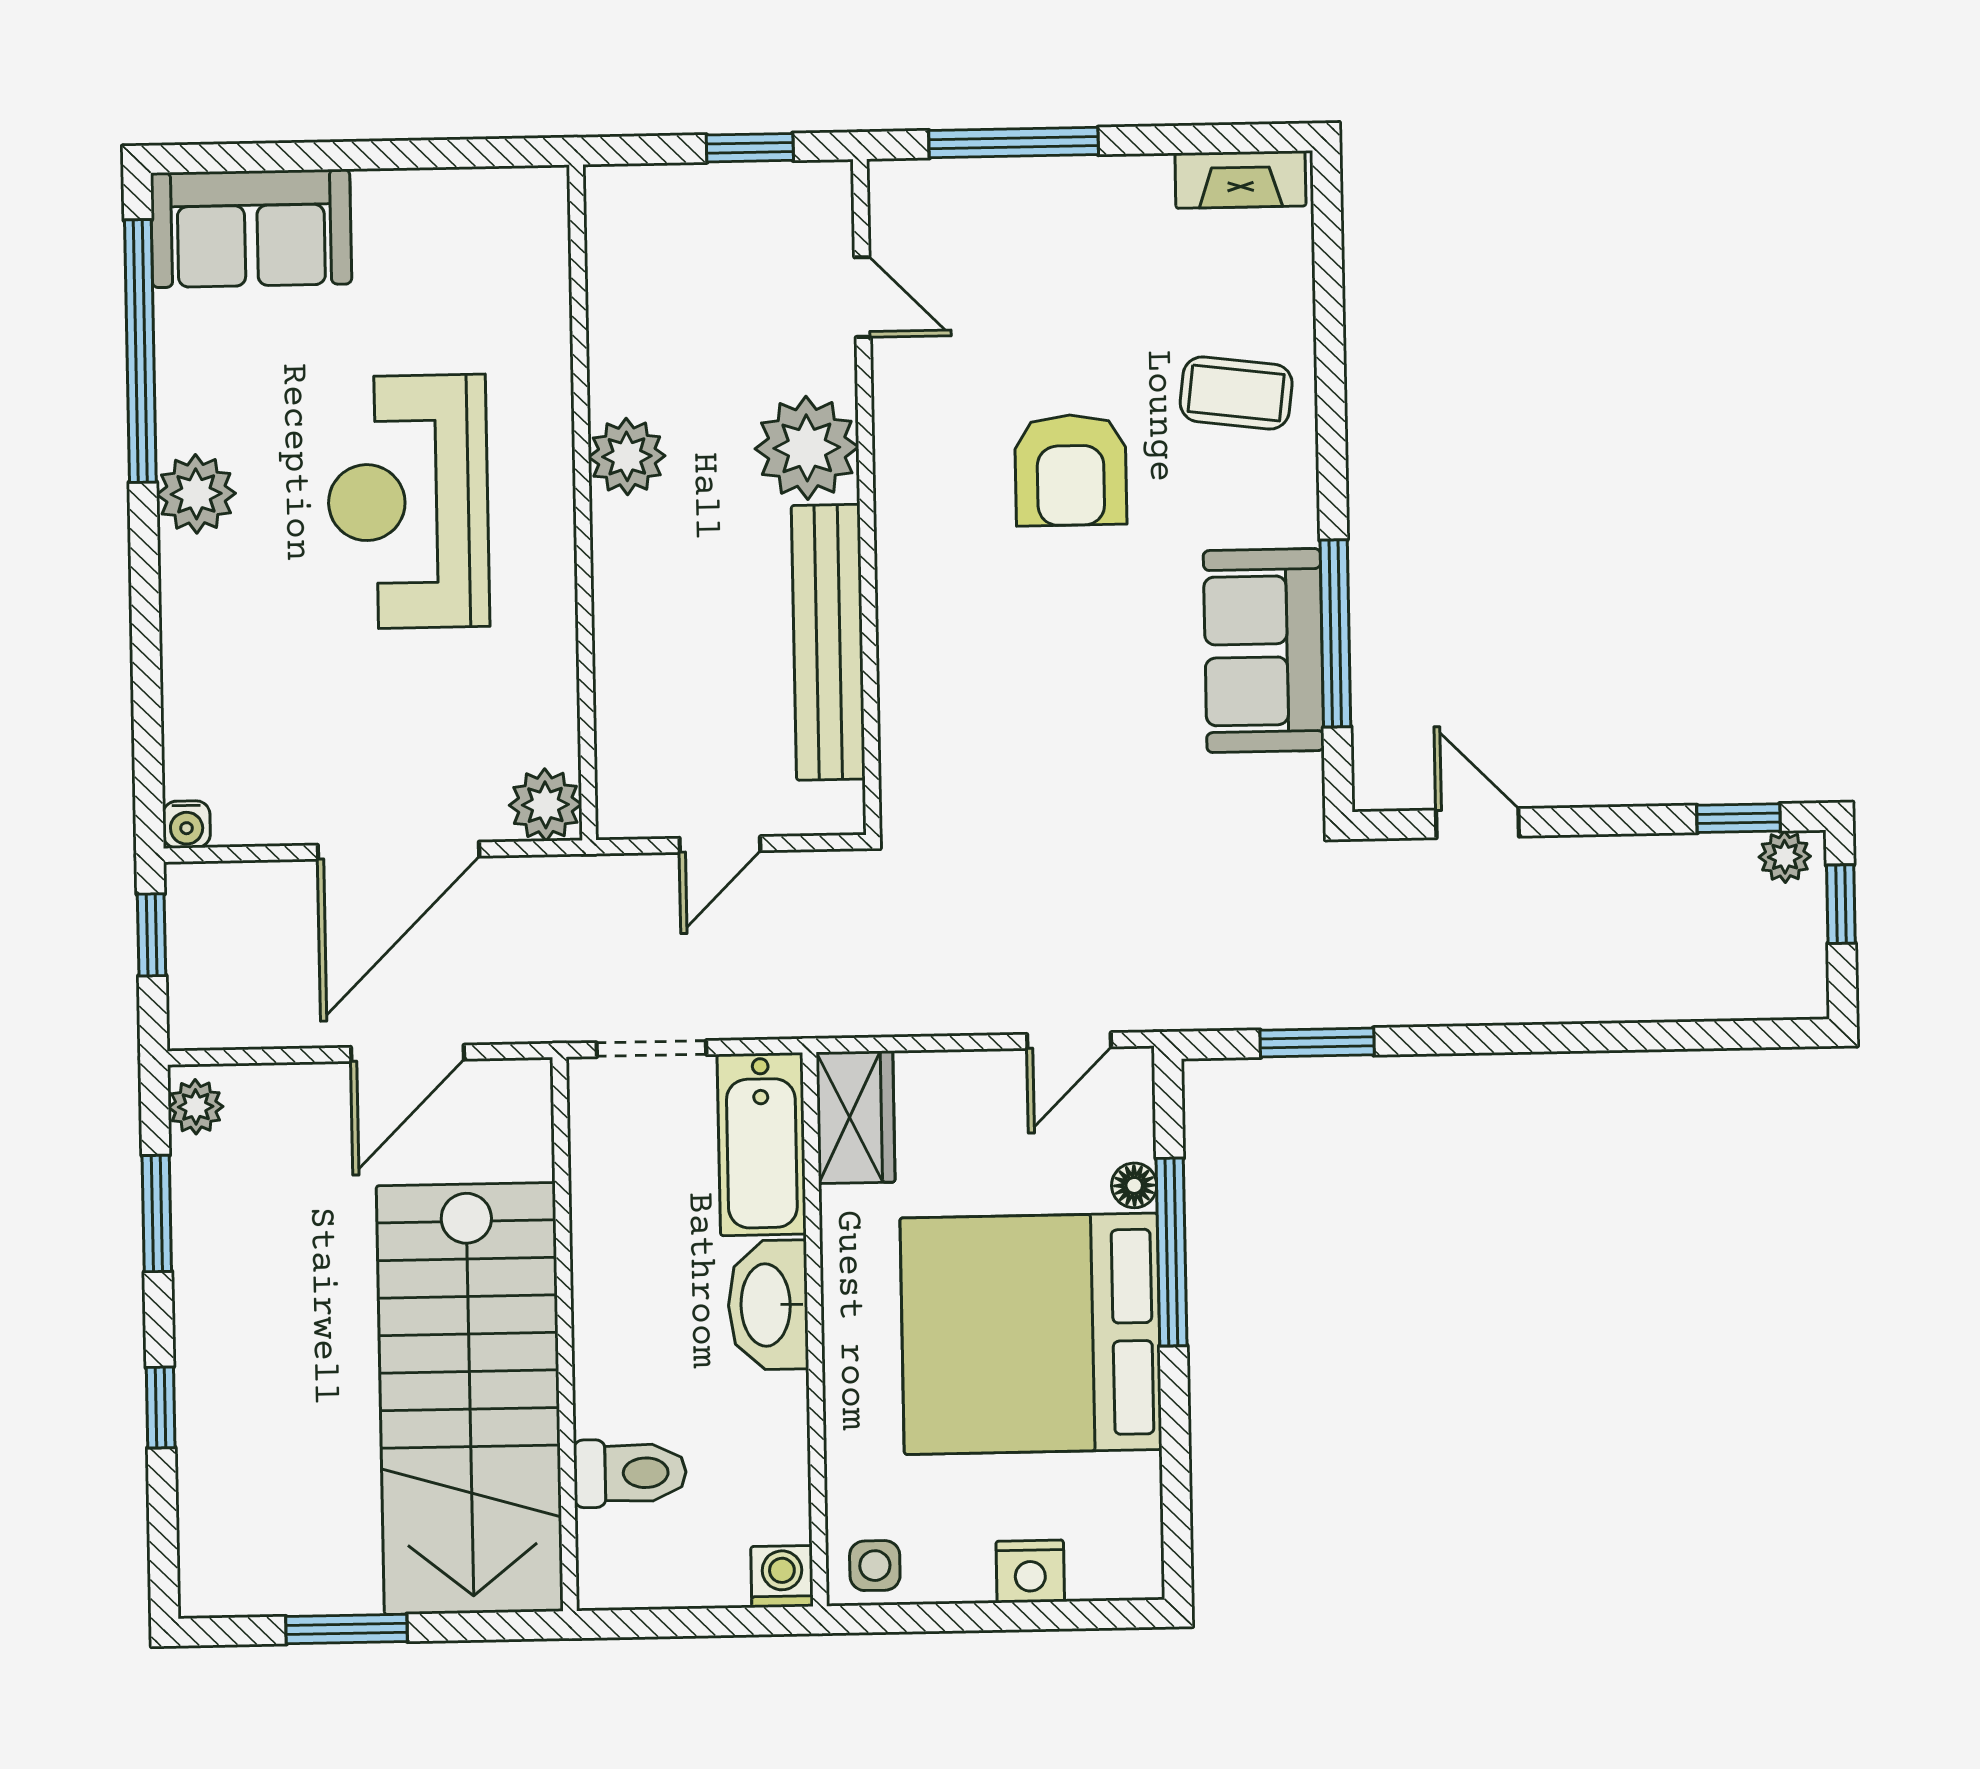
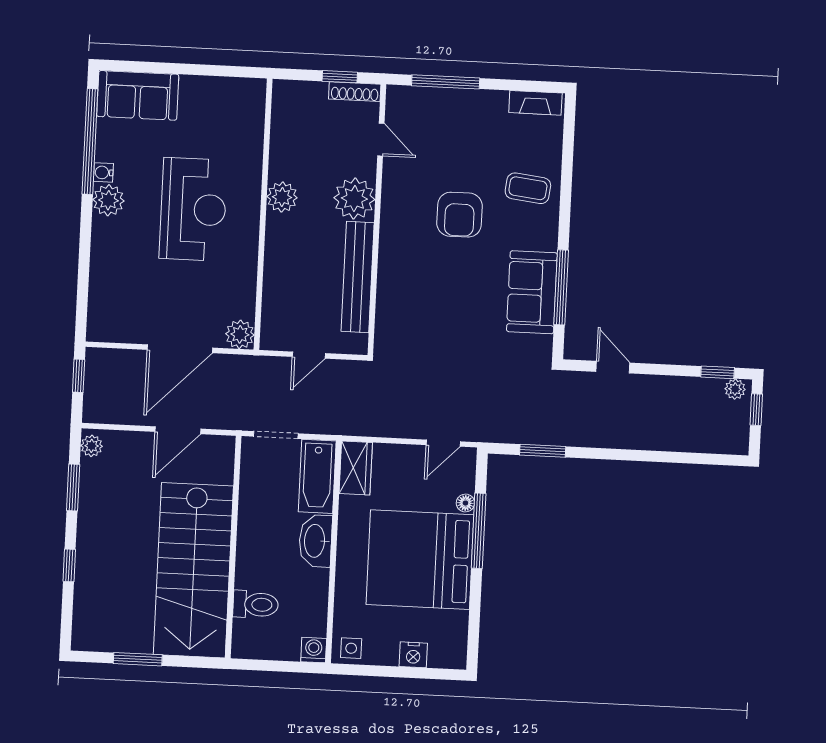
shoe rack: (789, 182) -> (355, 92), added
reception desk: (408, 502) -> (193, 209), turned 180
water cooler: (186, 824) -> (103, 172), moved, turned 90

